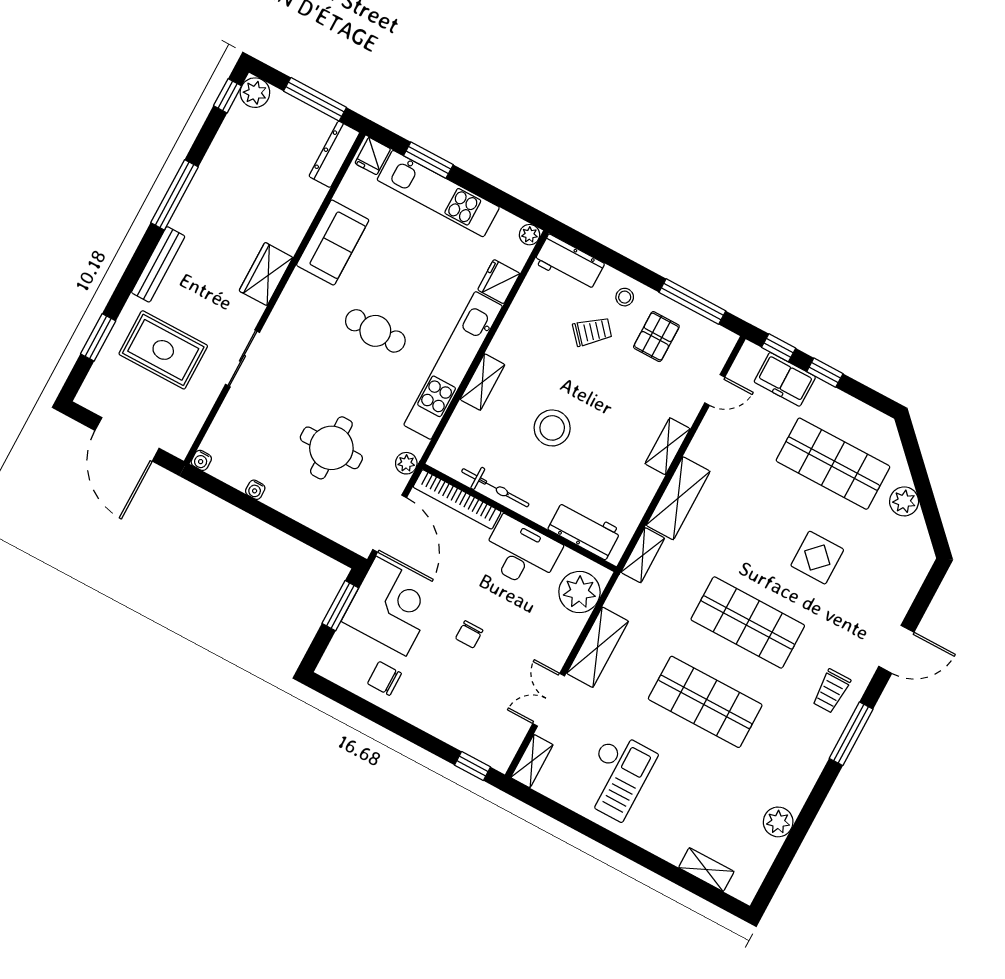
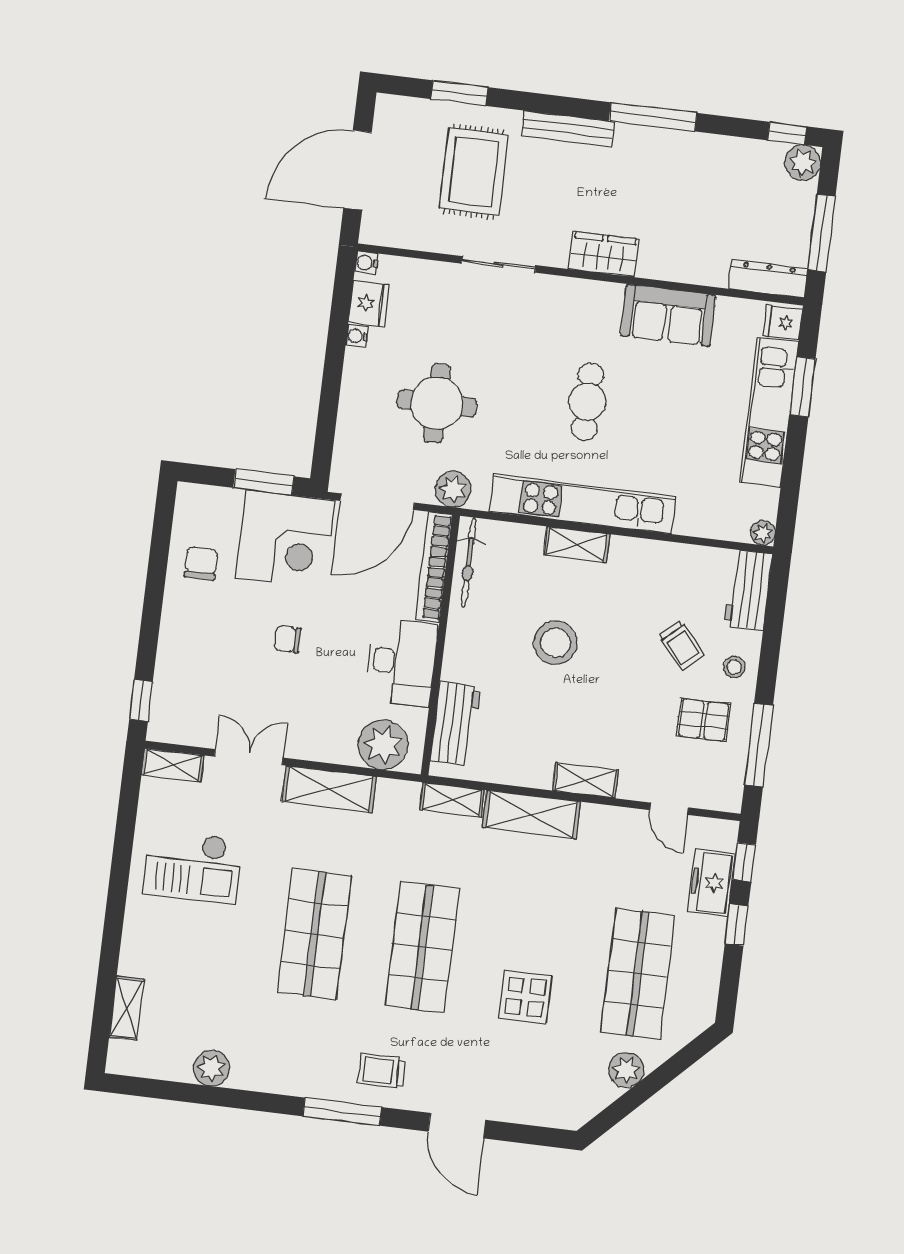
fridge: (499, 282) -> (369, 304), moved, turned 90
plant: (406, 463) -> (453, 489), width x1.38, depth x1.38
bicycle: (495, 488) -> (469, 562), moved

